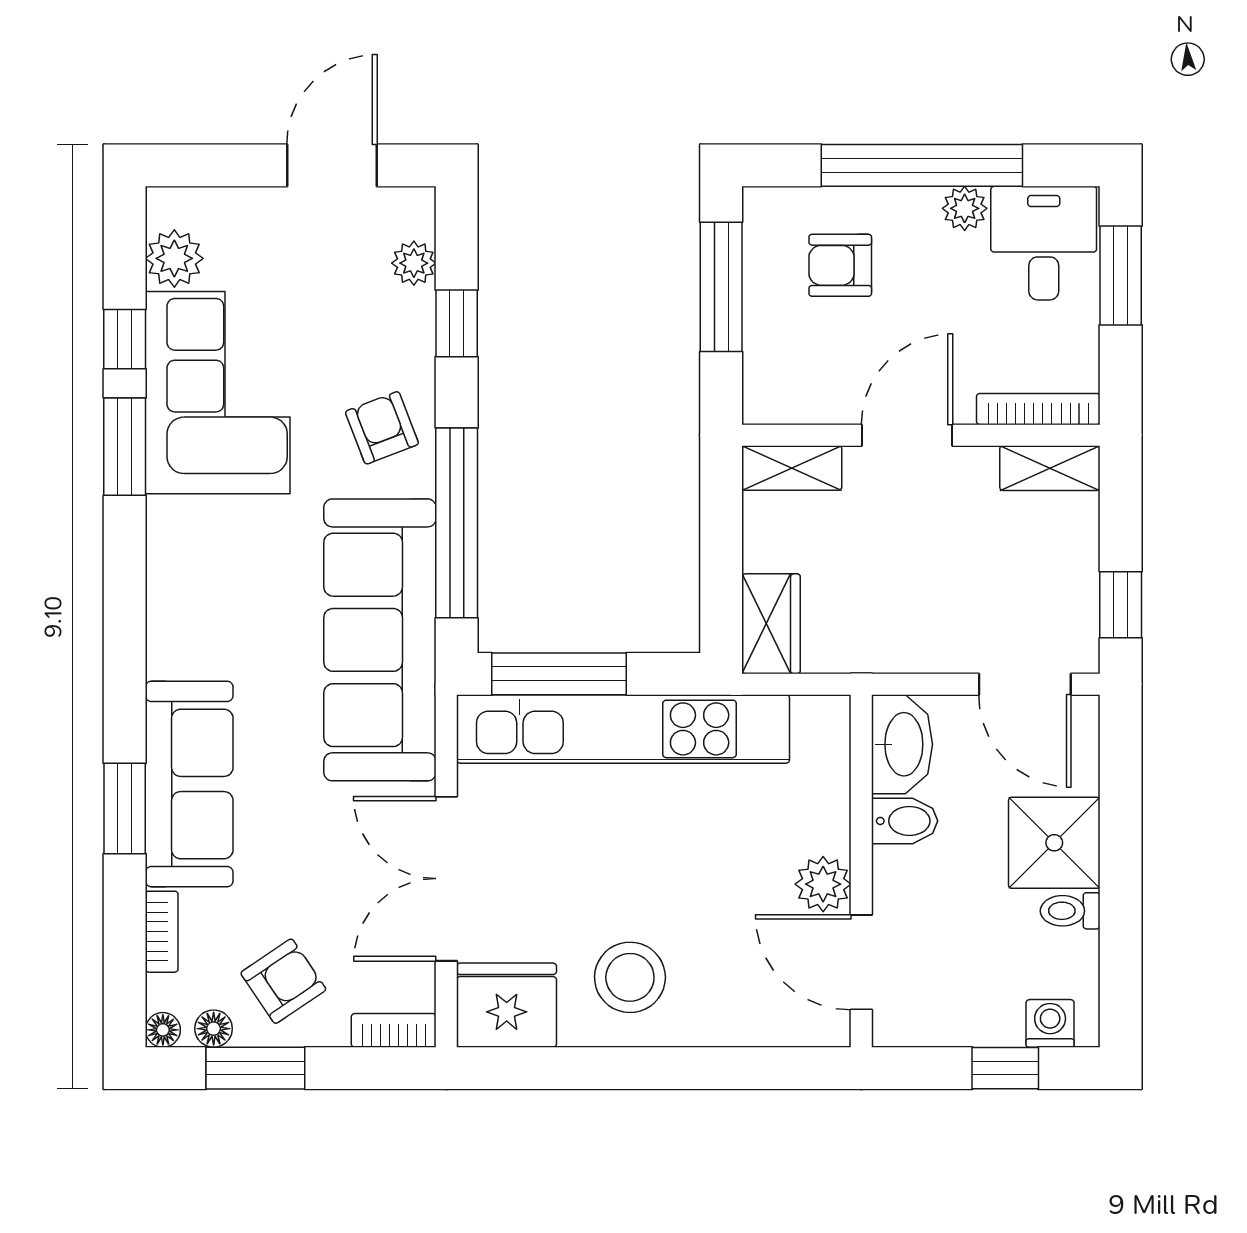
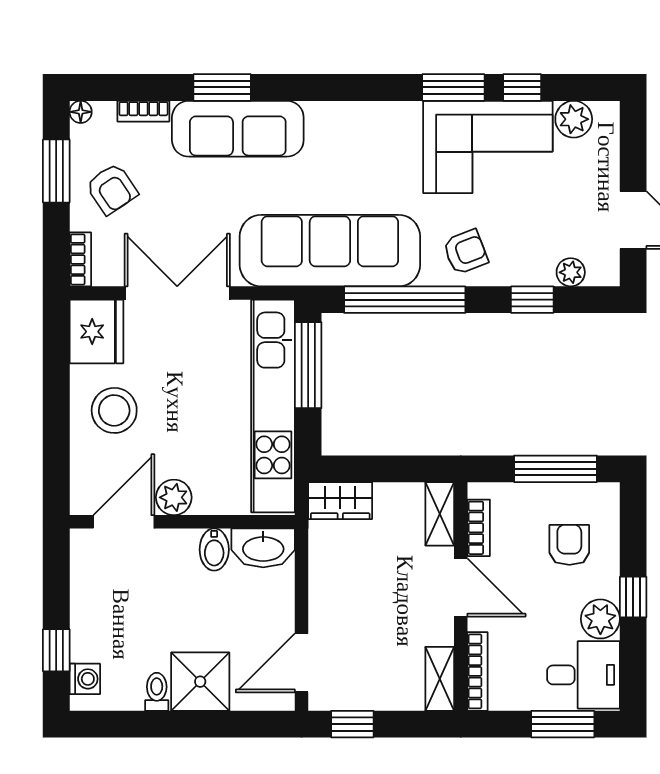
window: (922, 165) -> (633, 597), width x0.32
plant: (965, 208) -> (600, 619), width x1.38, depth x1.38
bookcase: (814, 407) -> (479, 528), added
washbasin: (902, 744) -> (263, 548), moved
bidet: (905, 821) -> (214, 550), moved
wall: (861, 871) -> (182, 522), moved
plant: (823, 884) -> (174, 497), moved
door: (861, 962) -> (124, 522), moved
floor lamp: (214, 1029) -> (81, 144), removed

